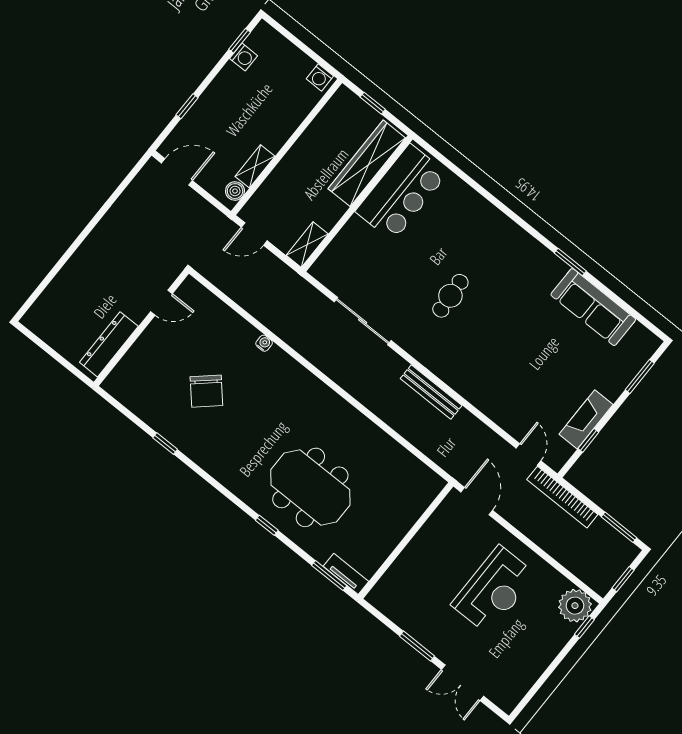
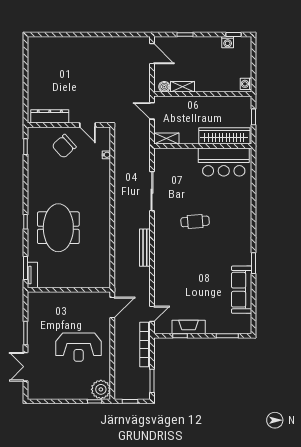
door: (161, 303) -> (88, 125), moved
wall: (141, 328) -> (69, 125), moved
dresser: (109, 344) -> (50, 116), moved

